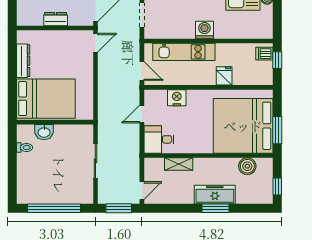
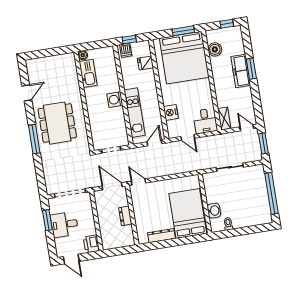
fridge: (224, 76) -> (145, 63), moved
shelving: (179, 164) -> (224, 119), moved

